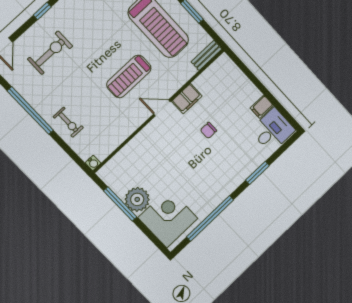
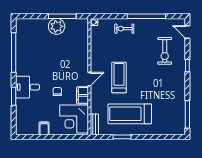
desk: (273, 130) -> (27, 87), moved, turned 90
corner desk: (168, 218) -> (74, 119), moved, turned 90

